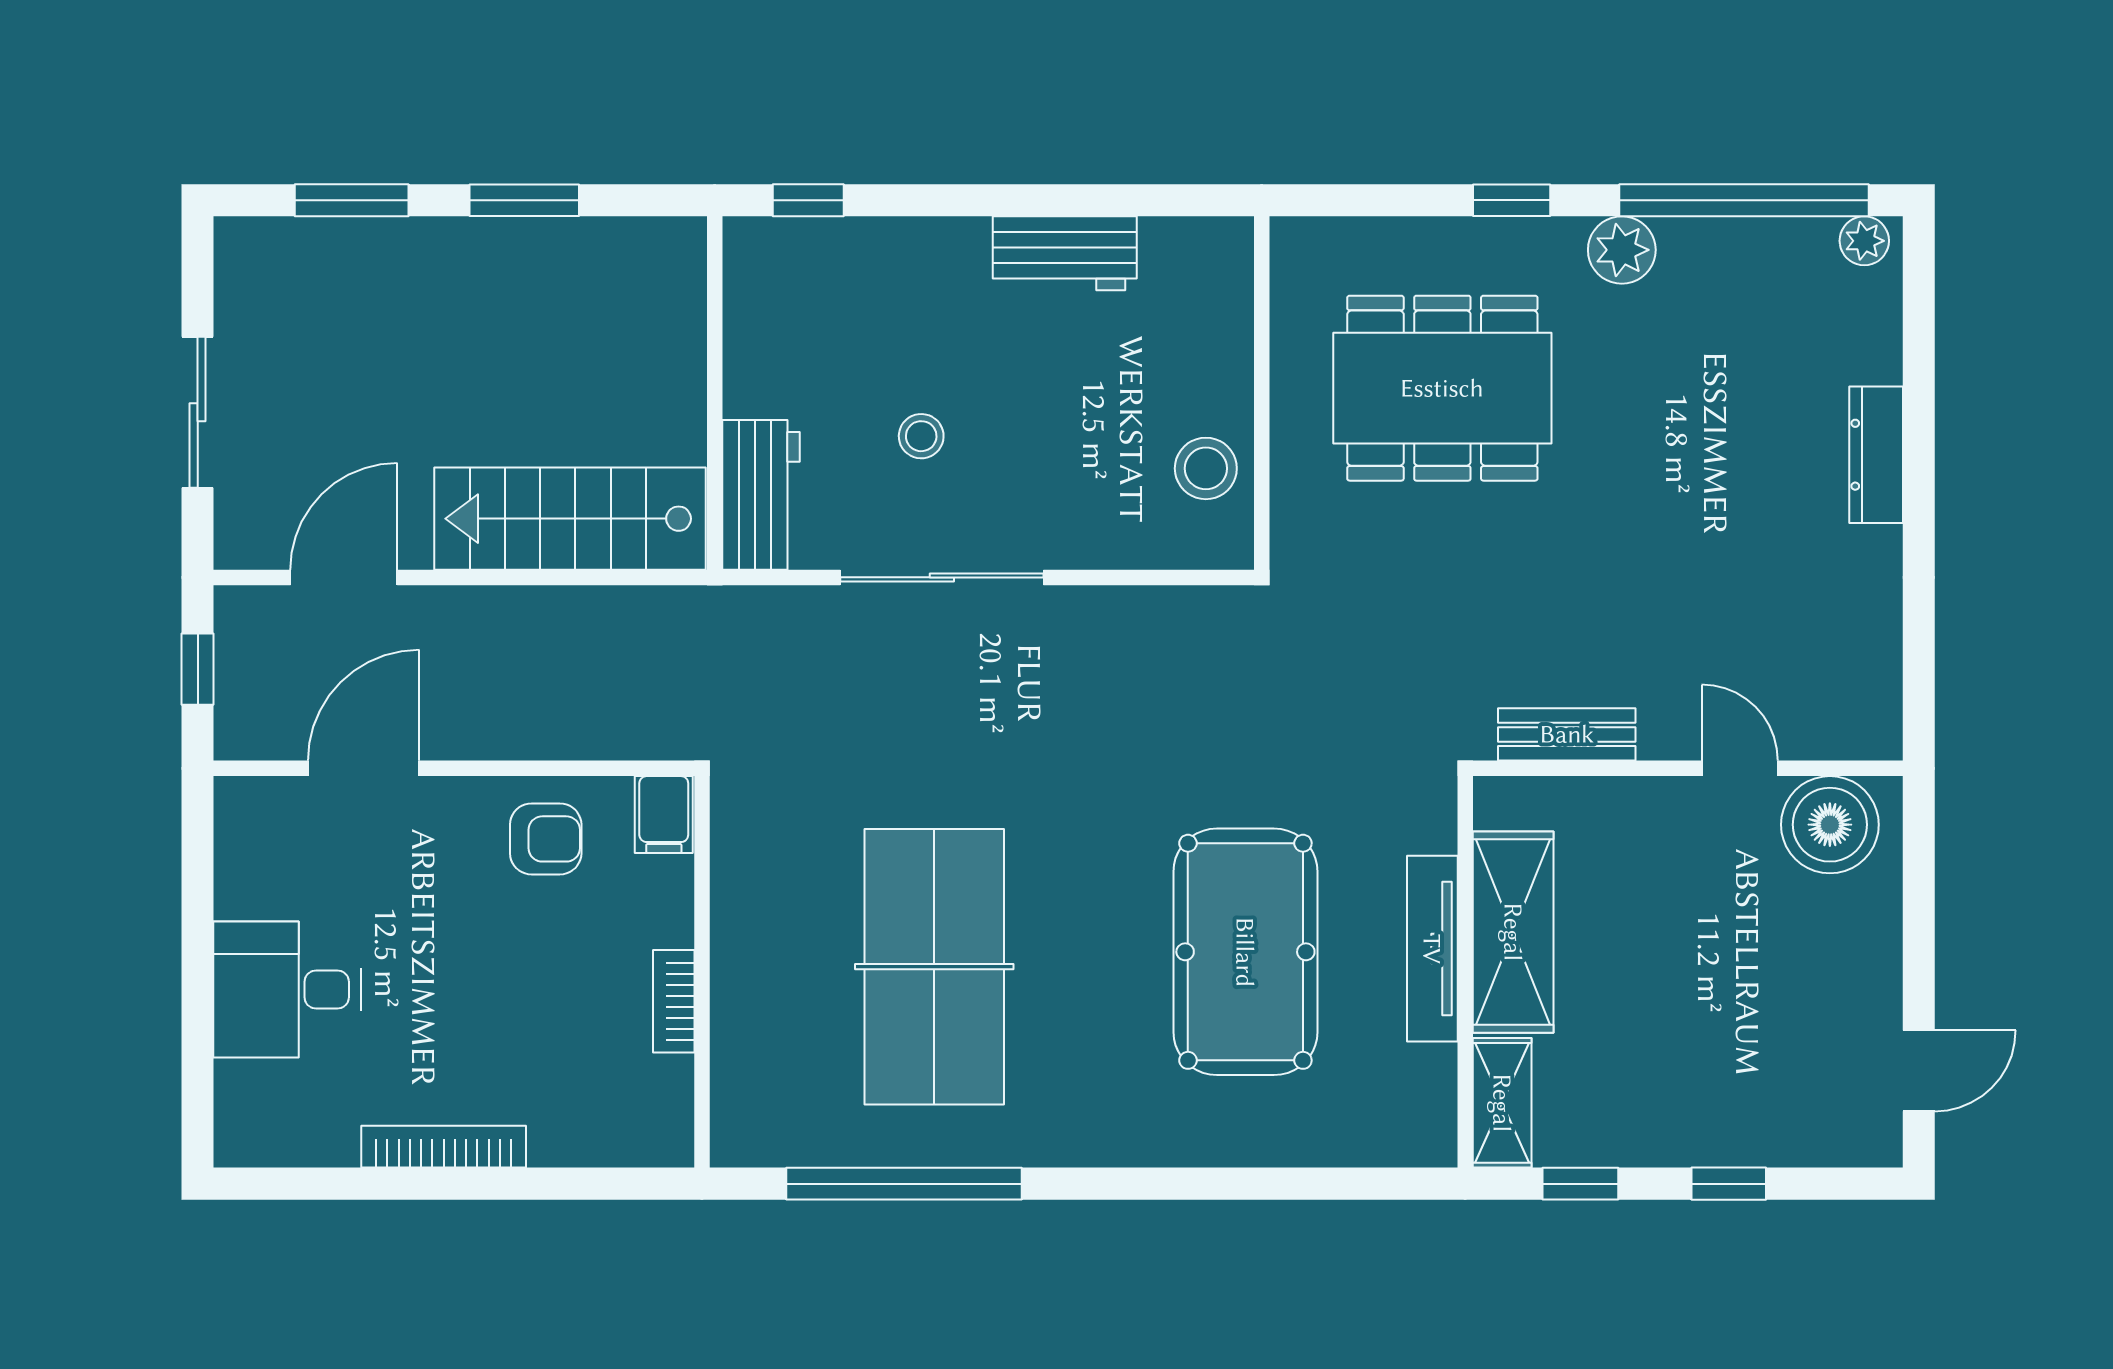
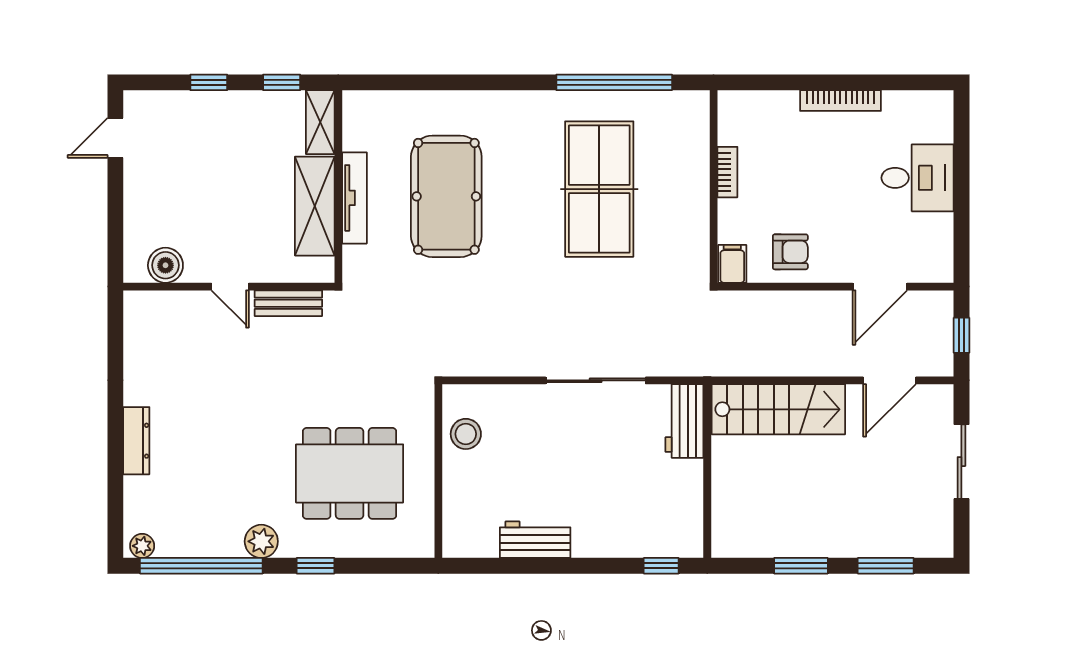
stool: (921, 436) -> (606, 450), removed
door: (1740, 768) -> (230, 287), moved
boiler: (1830, 825) -> (165, 265), width x0.73, depth x0.73
armchair: (546, 839) -> (790, 252), turned 180

